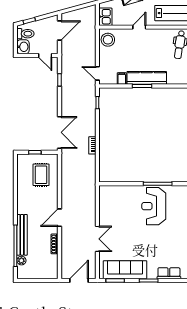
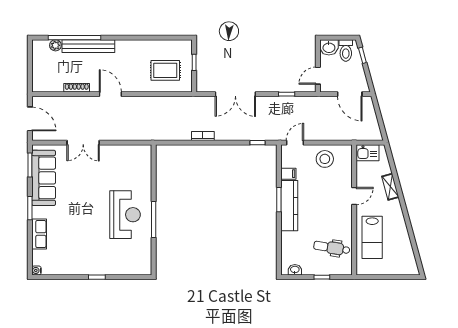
door: (139, 27) -> (354, 196), hinge flipped
stool: (108, 40) -> (325, 159), moved
double door: (60, 132) -> (235, 94), moved
reception desk: (154, 206) -> (125, 215), turned 90

